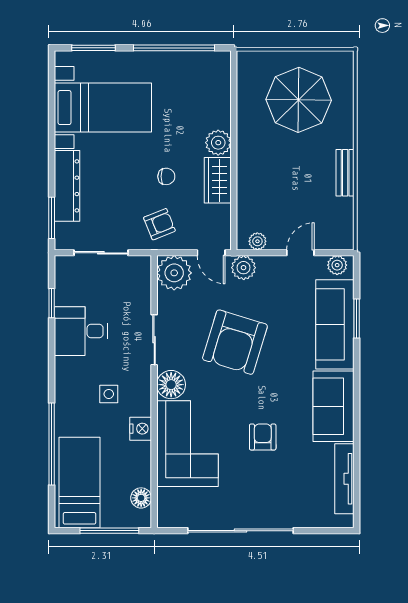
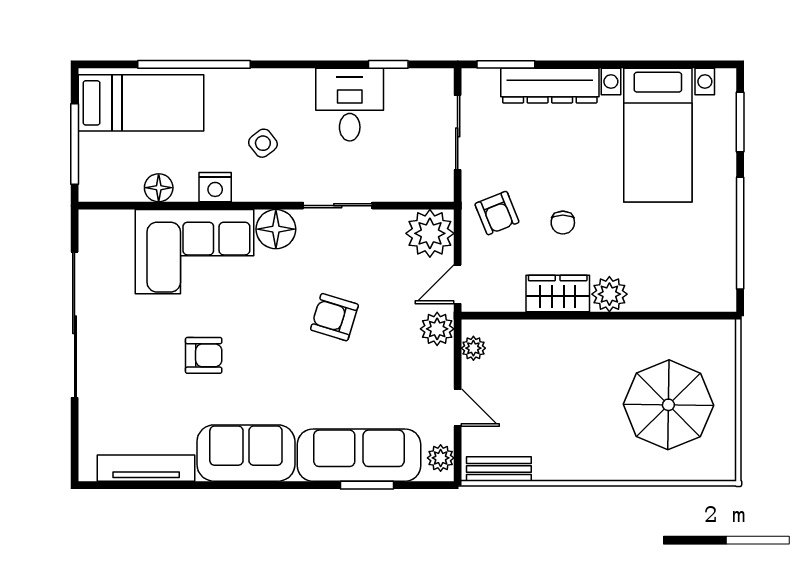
bench: (345, 173) -> (499, 469), moved
armchair: (235, 342) -> (334, 317), width x0.53, depth x0.53
side table: (109, 394) -> (263, 143), turned -38
floor lamp: (141, 498) -> (159, 188), moved

